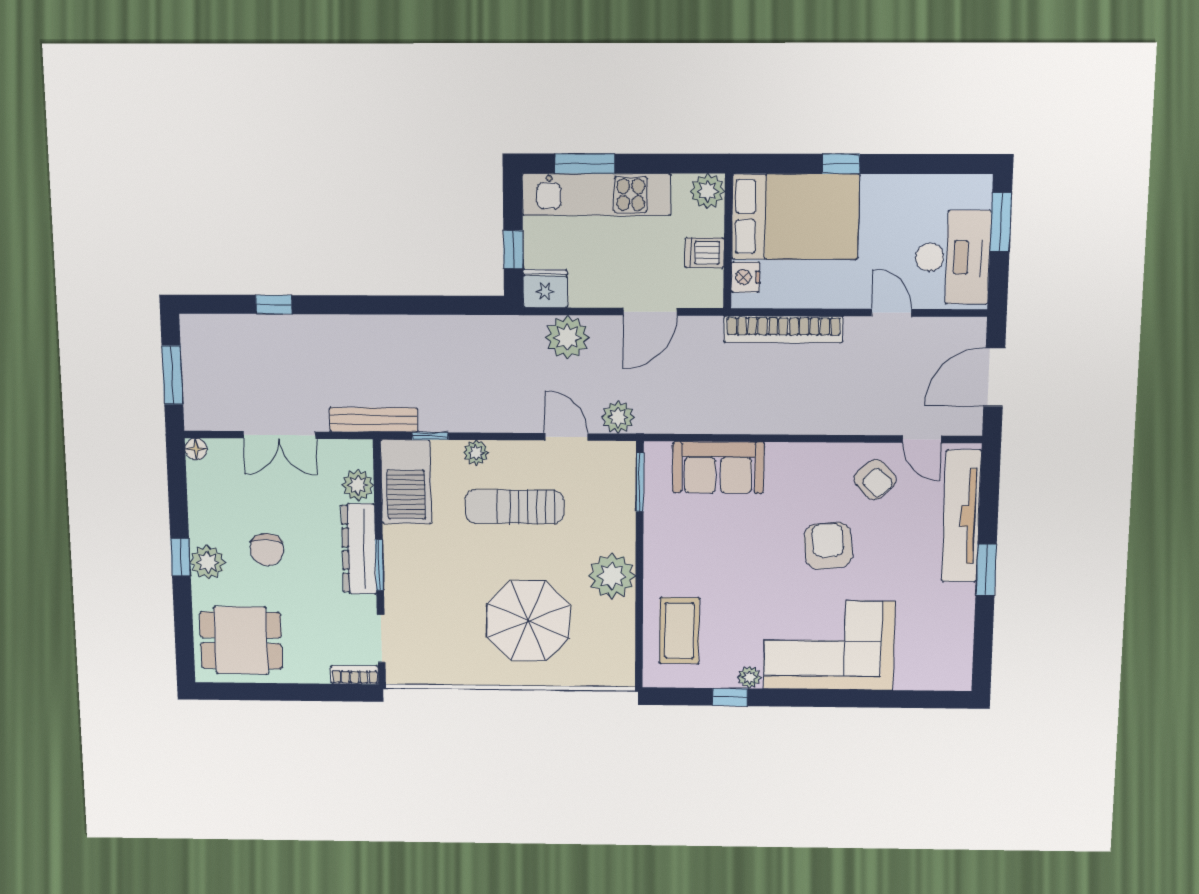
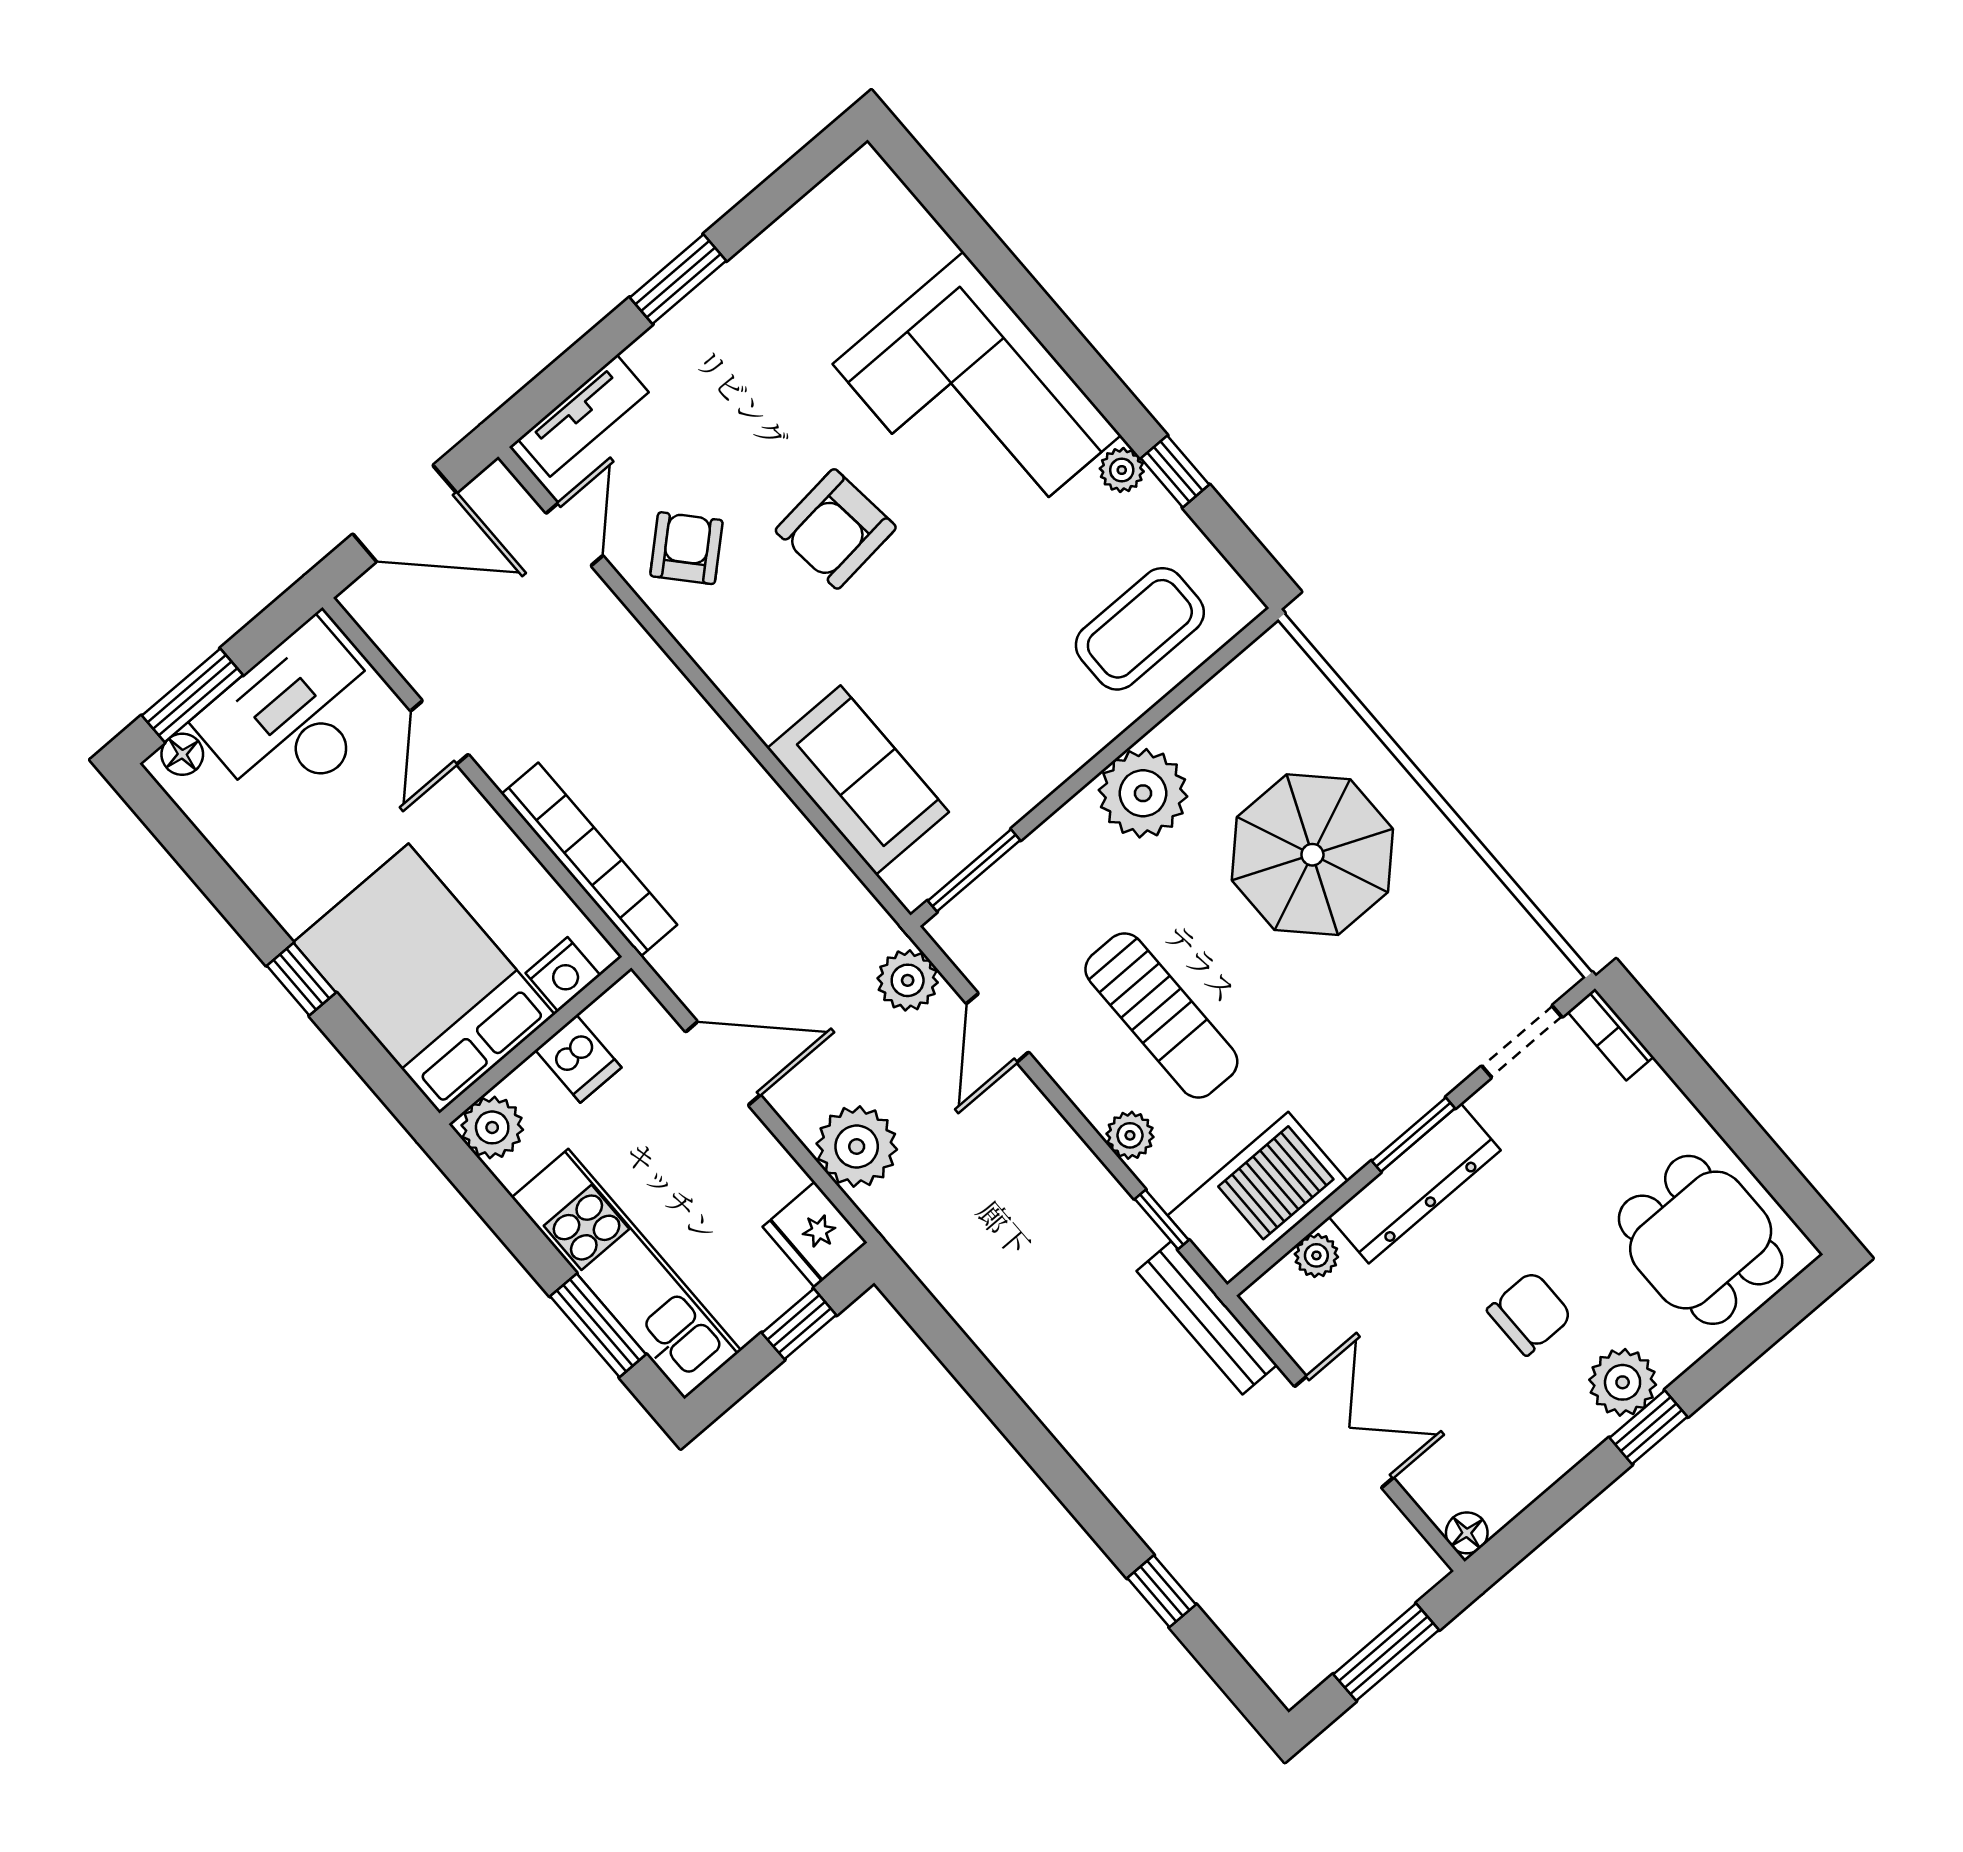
floor lamp: (980, 196) -> (182, 754), added
plant: (358, 485) -> (1316, 1255), width x0.73, depth x0.73
tv unit: (961, 516) -> (583, 416), width x0.52, depth x0.78

